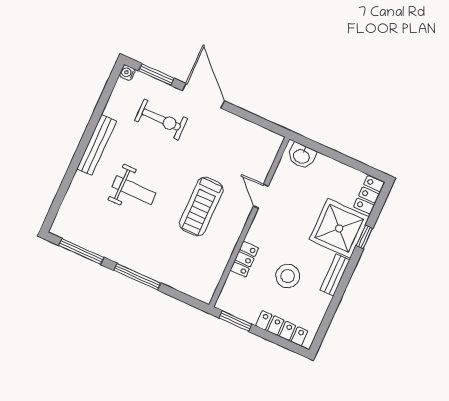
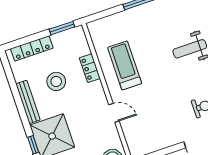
treadmill: (201, 206) -> (125, 65), moved
bench: (335, 275) -> (28, 102), width x1.36

